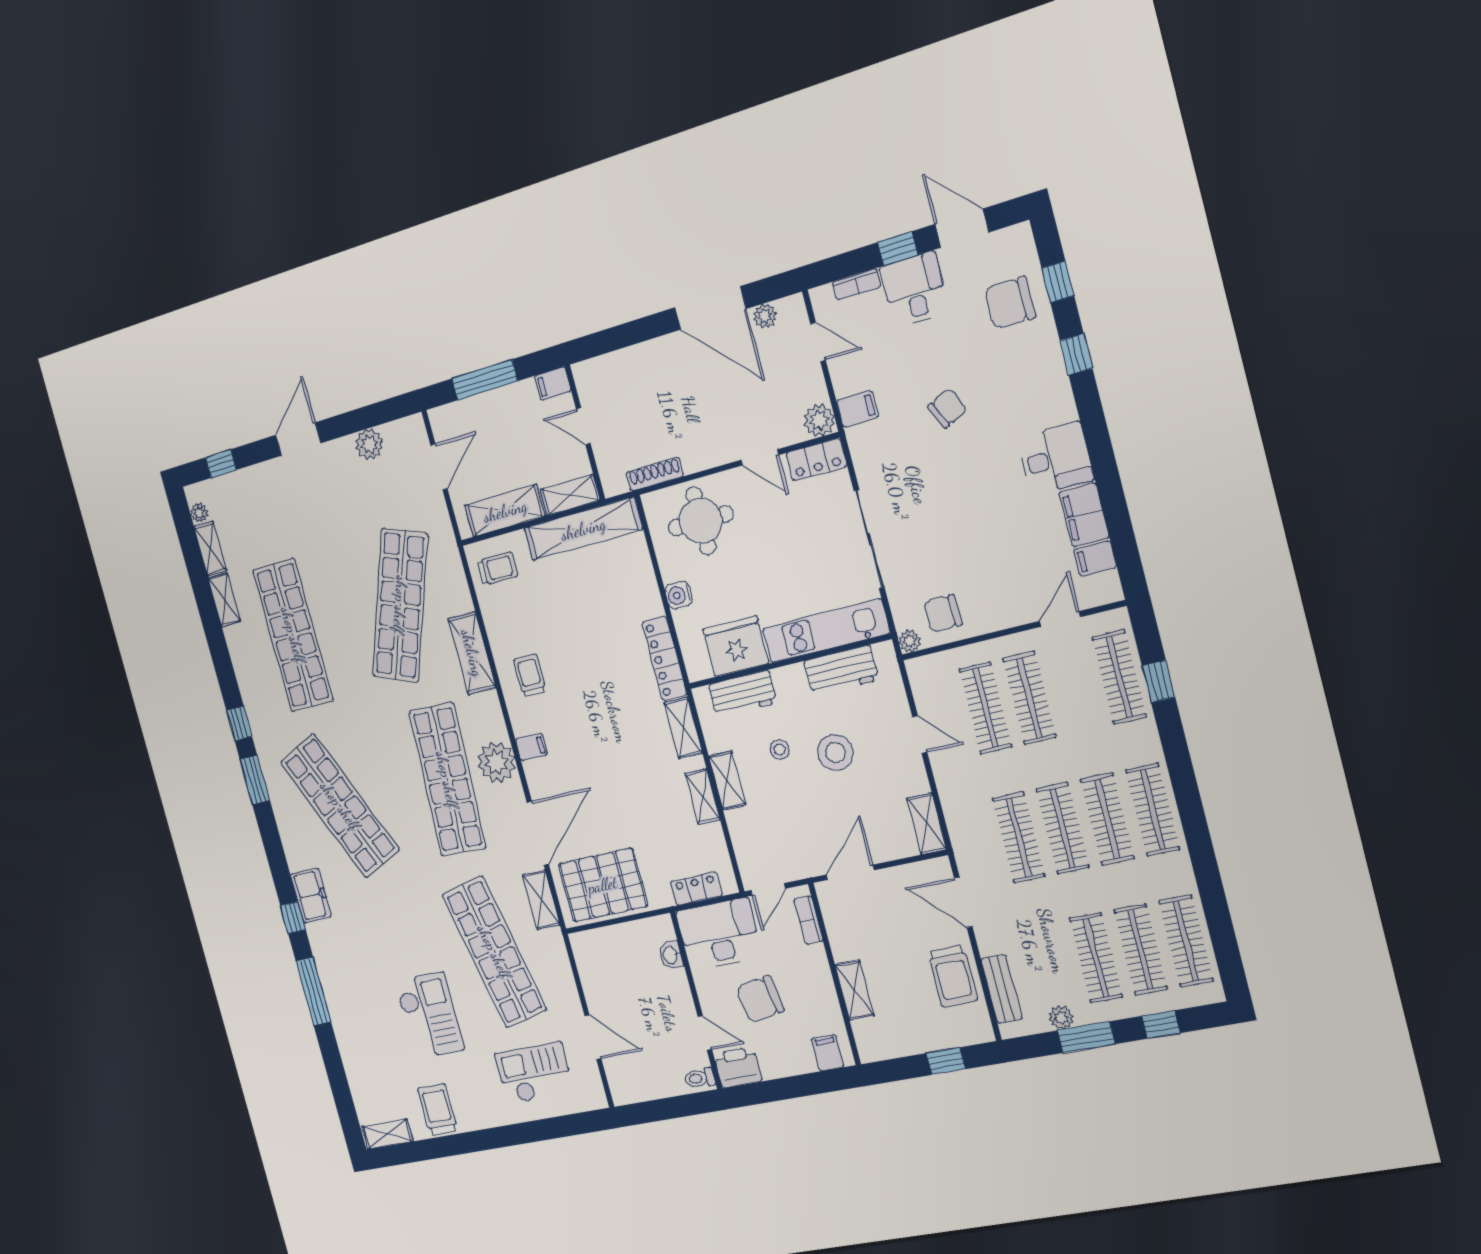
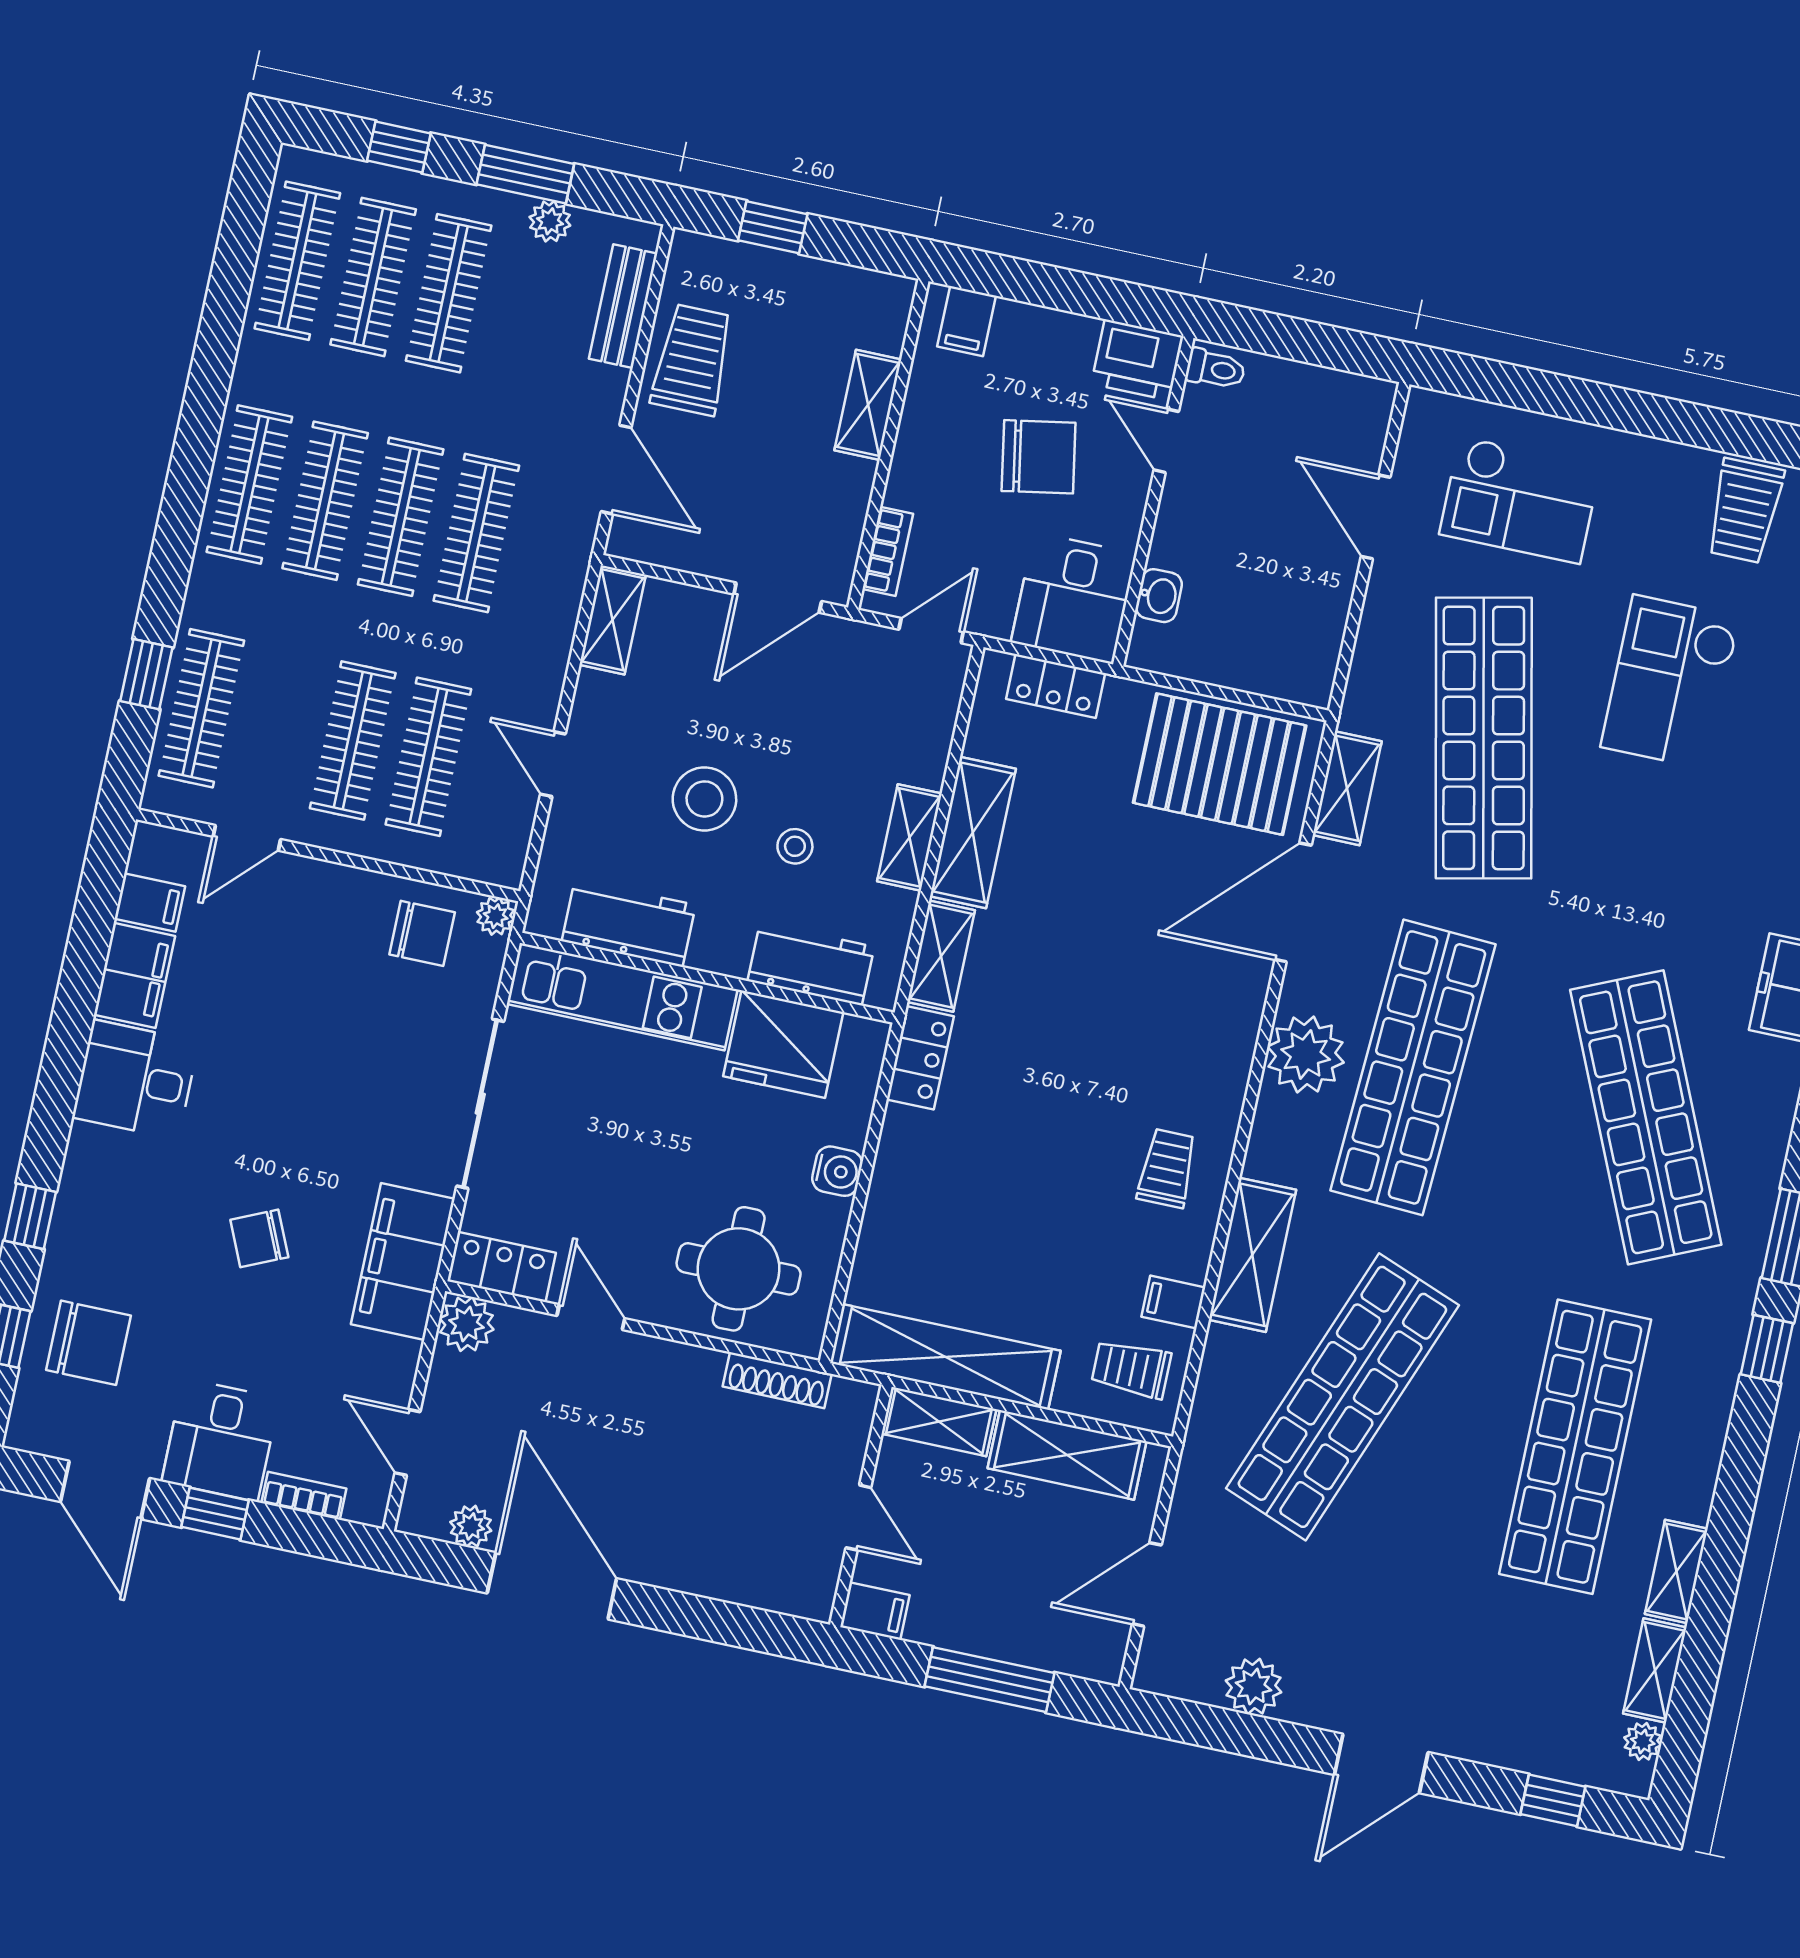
filing cabinet: (857, 409) -> (403, 1262), width x3.00, depth x1.17
locker: (664, 659) -> (920, 1058), width x0.66
trolley: (530, 675) -> (1167, 1168), turned 180
filing cabinet: (531, 747) -> (1173, 1302), moved
shelving: (702, 796) -> (973, 833), width x1.50, depth x1.33
desk: (719, 934) -> (1074, 598), width x0.73

